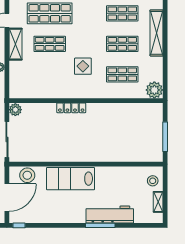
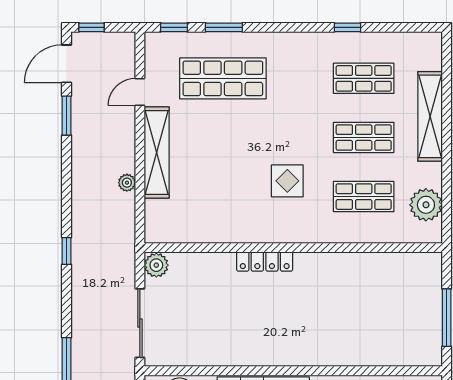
shelving: (16, 44) -> (157, 152), width x1.47
shop shelf: (50, 44) -> (223, 137), removed
plant: (154, 90) -> (426, 205), moved

